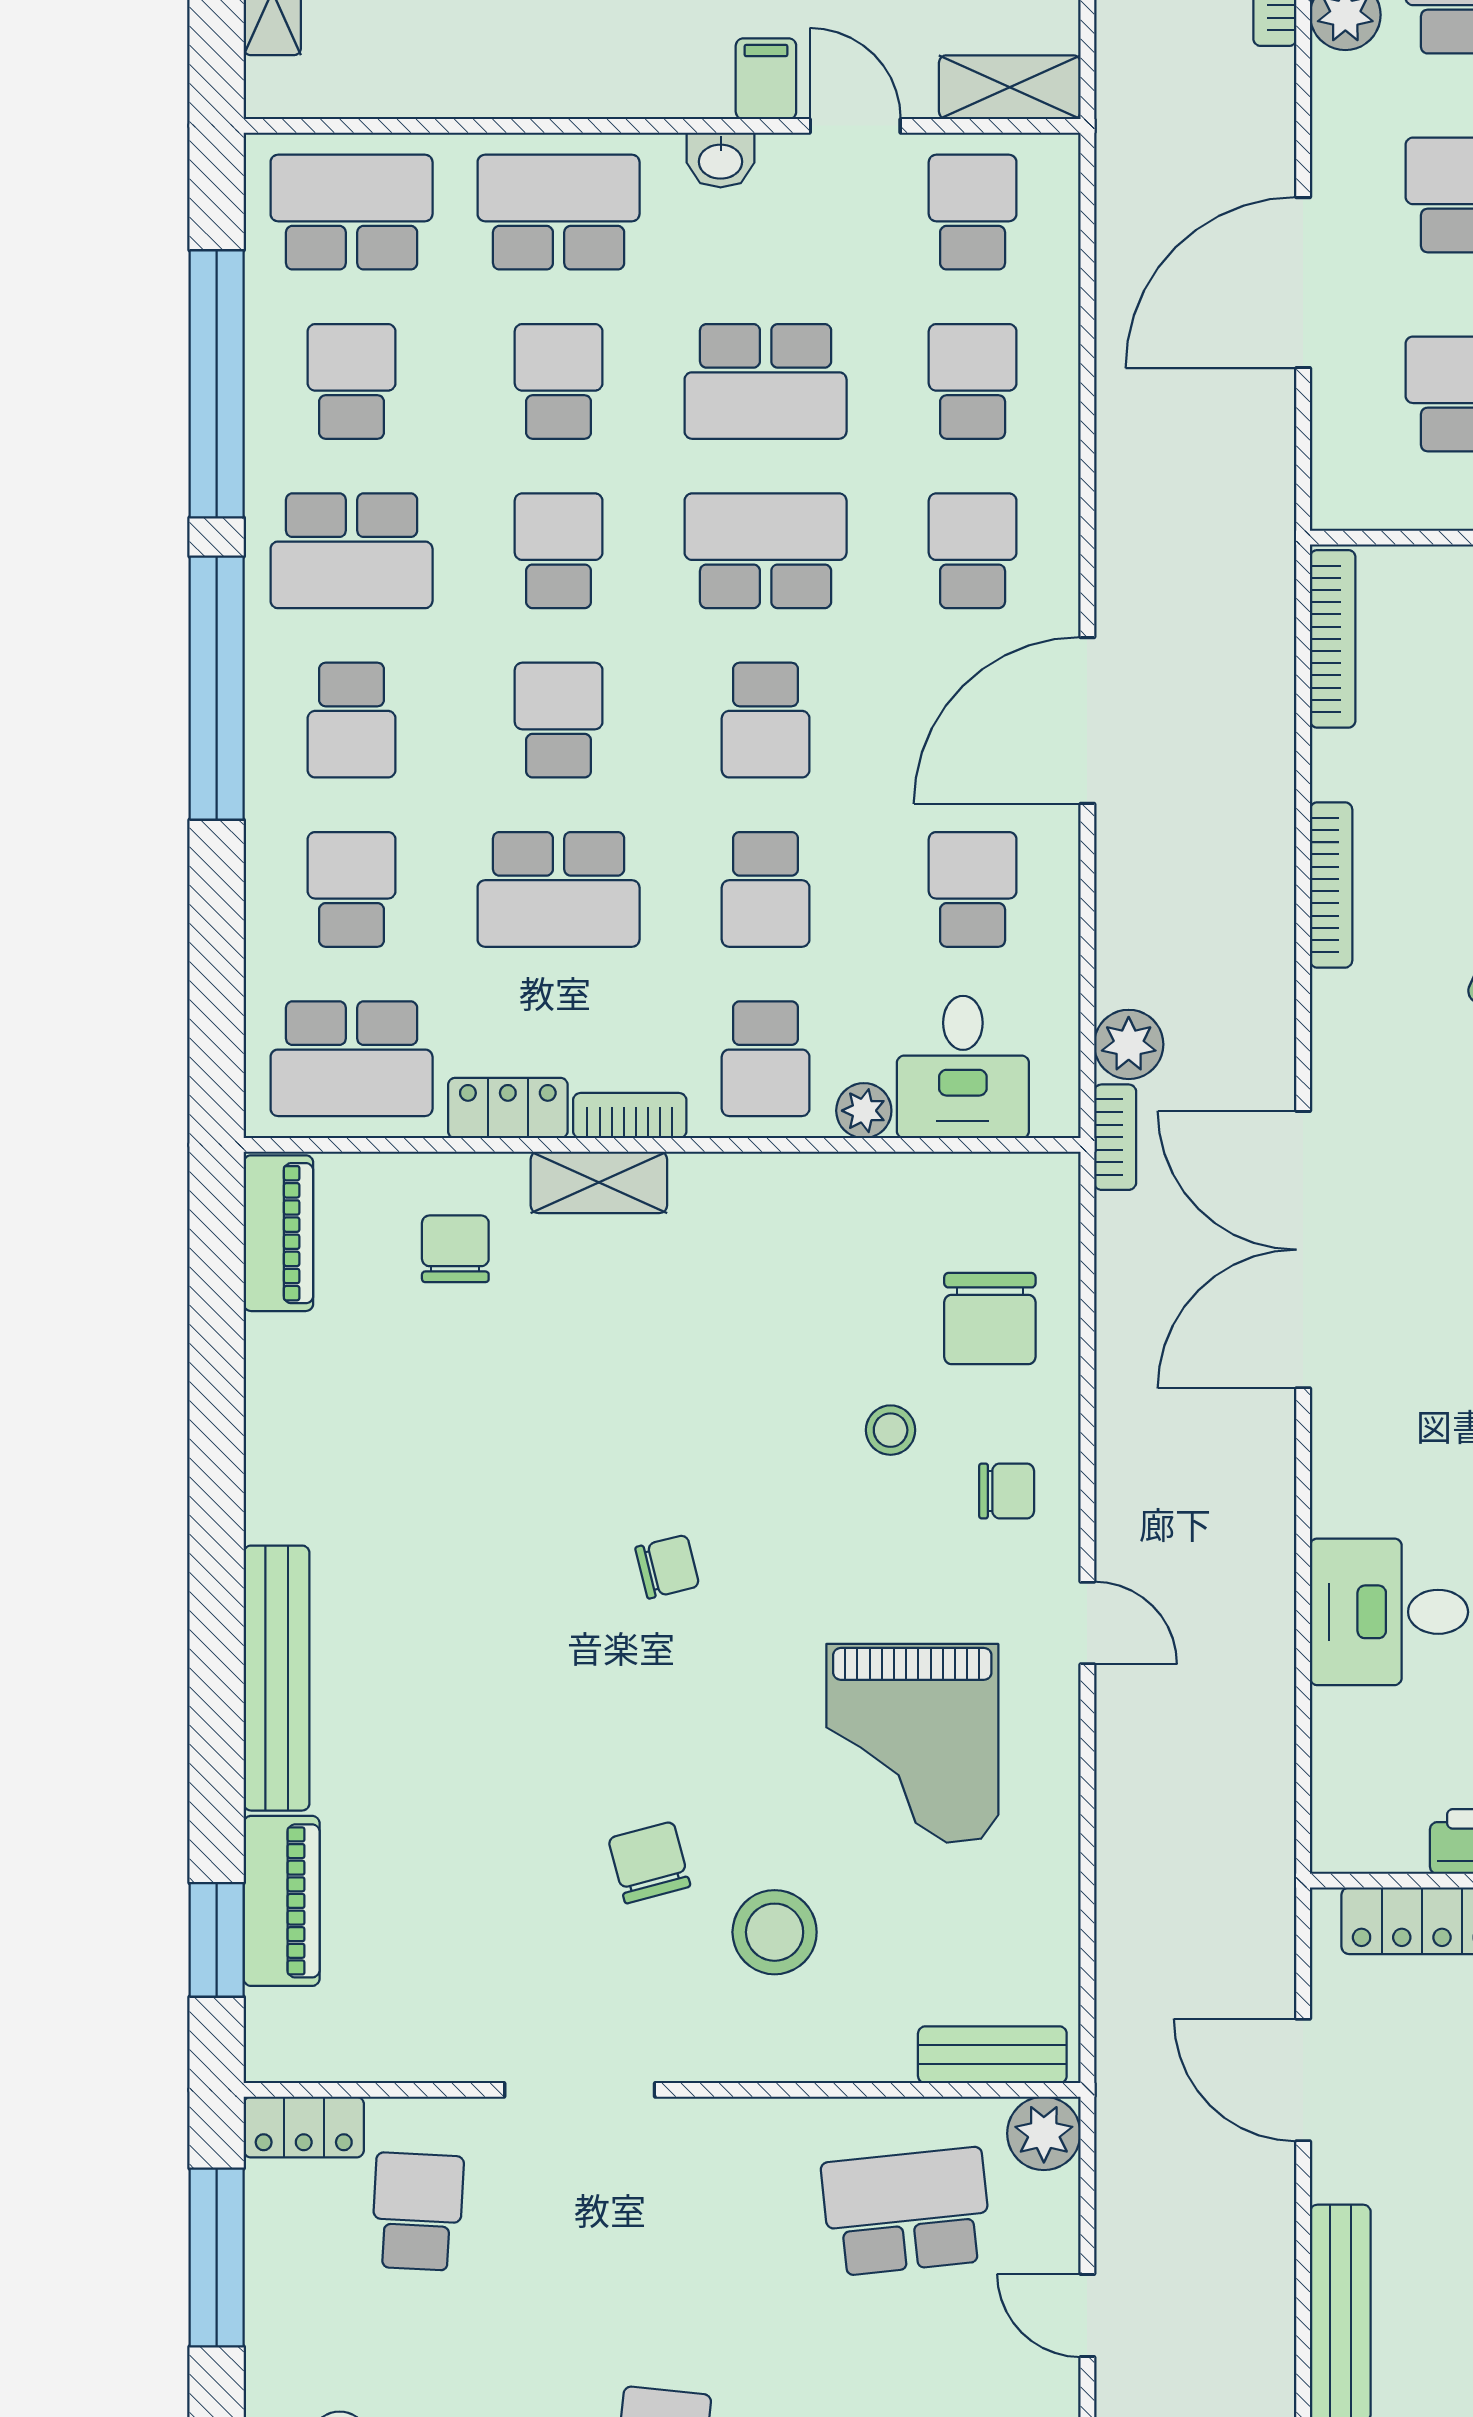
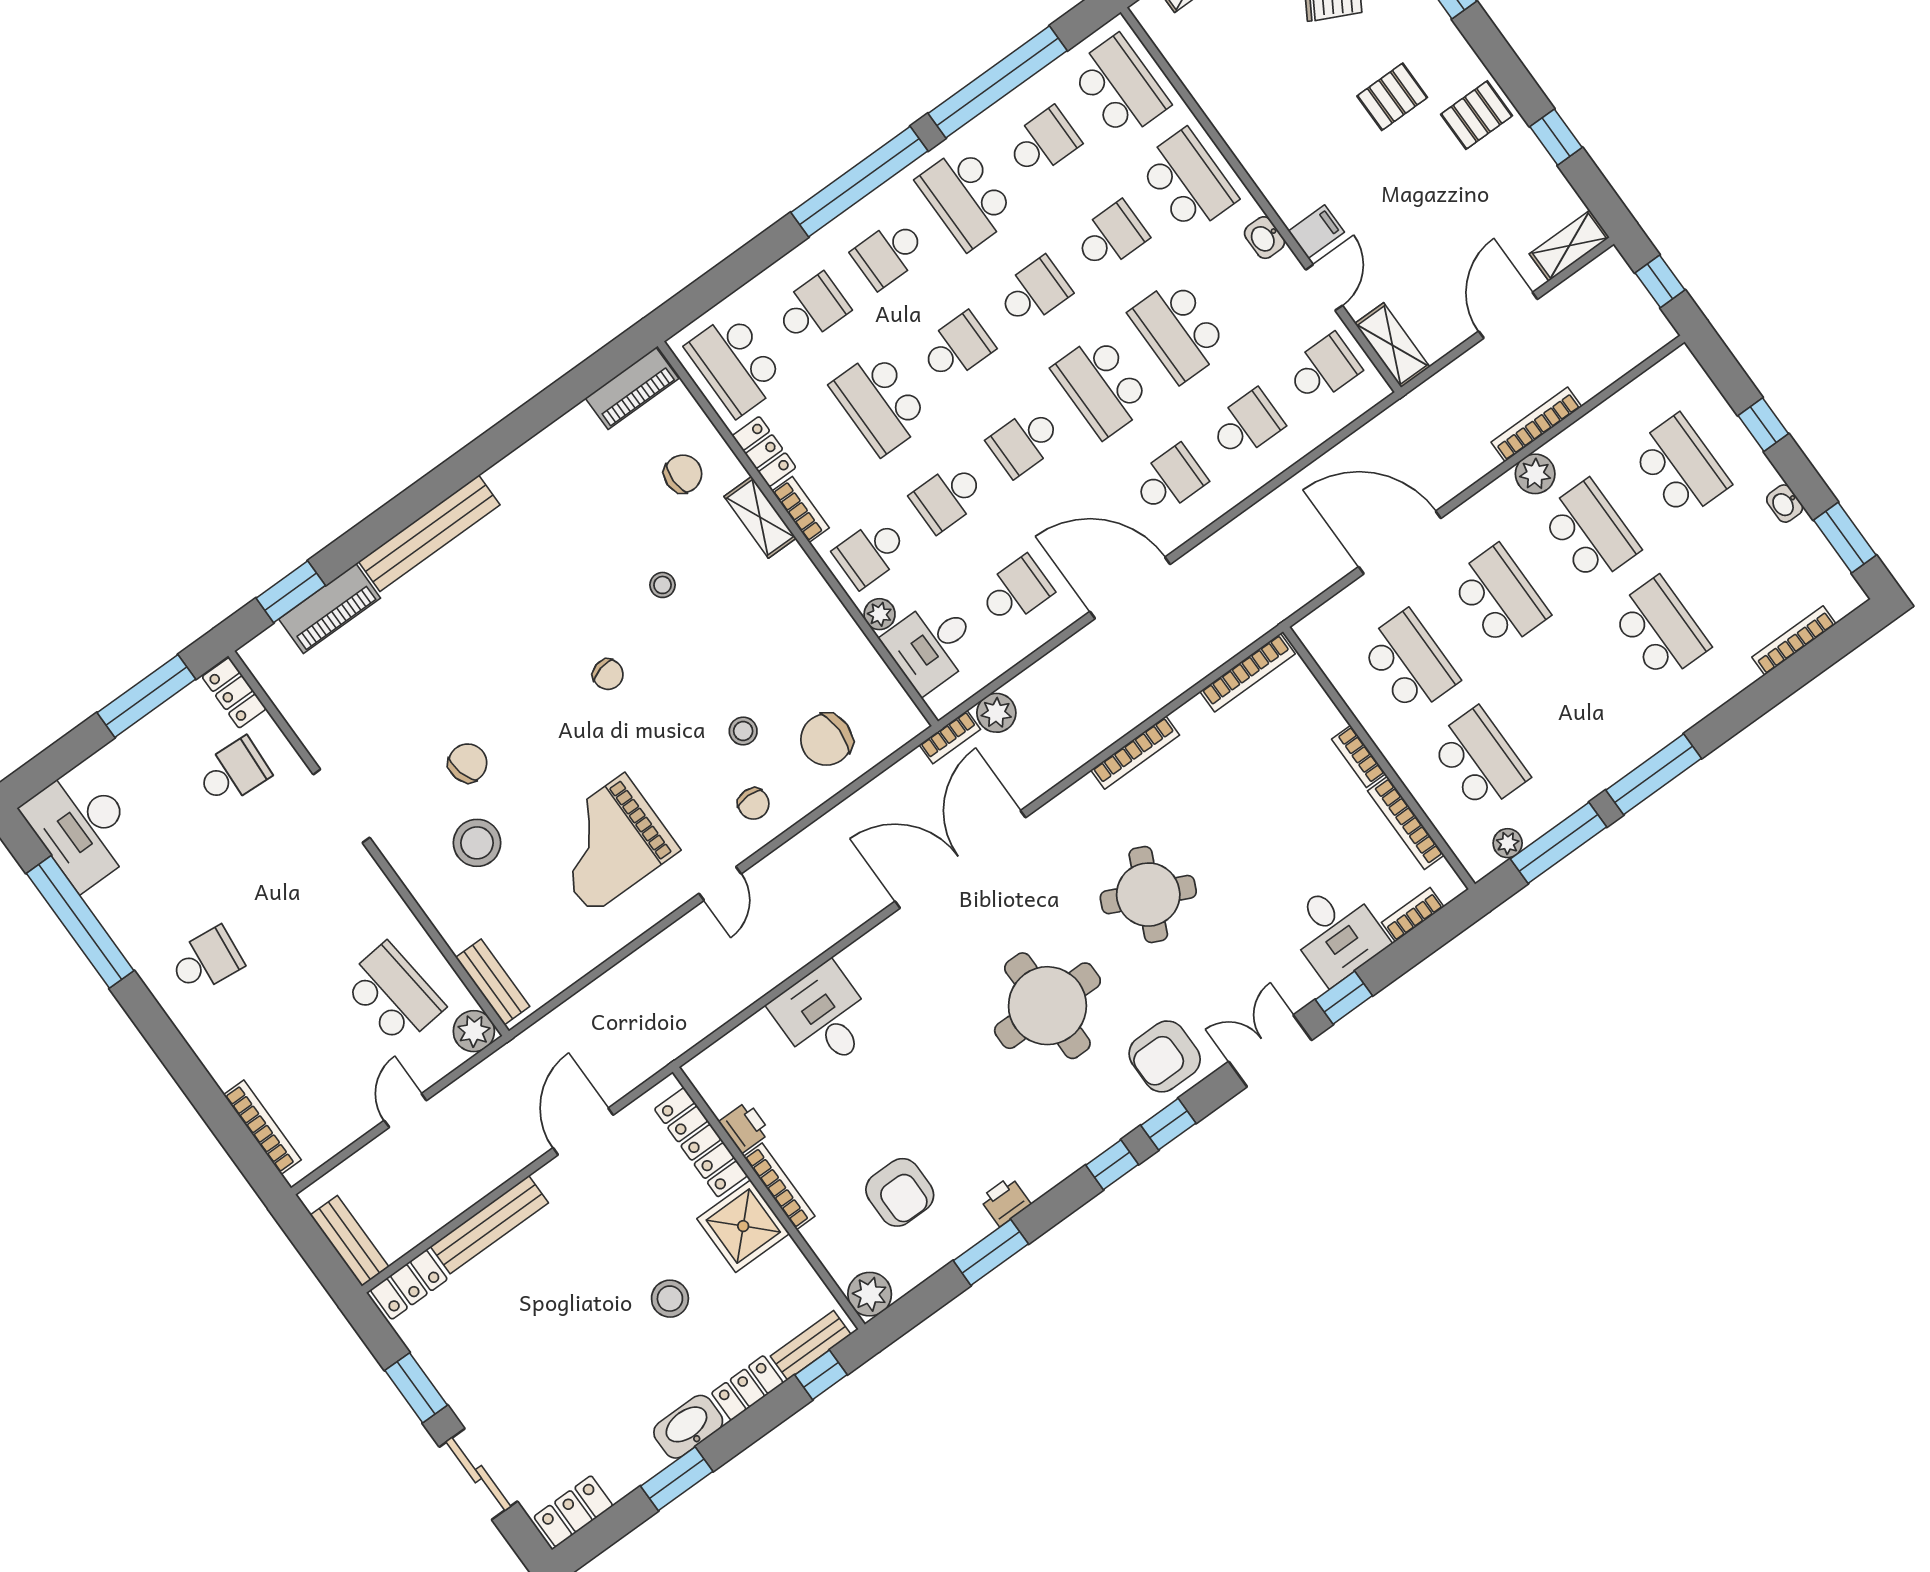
school desk: (766, 551) -> (1102, 386), turned 180
stool: (595, 1394) -> (663, 585), added

